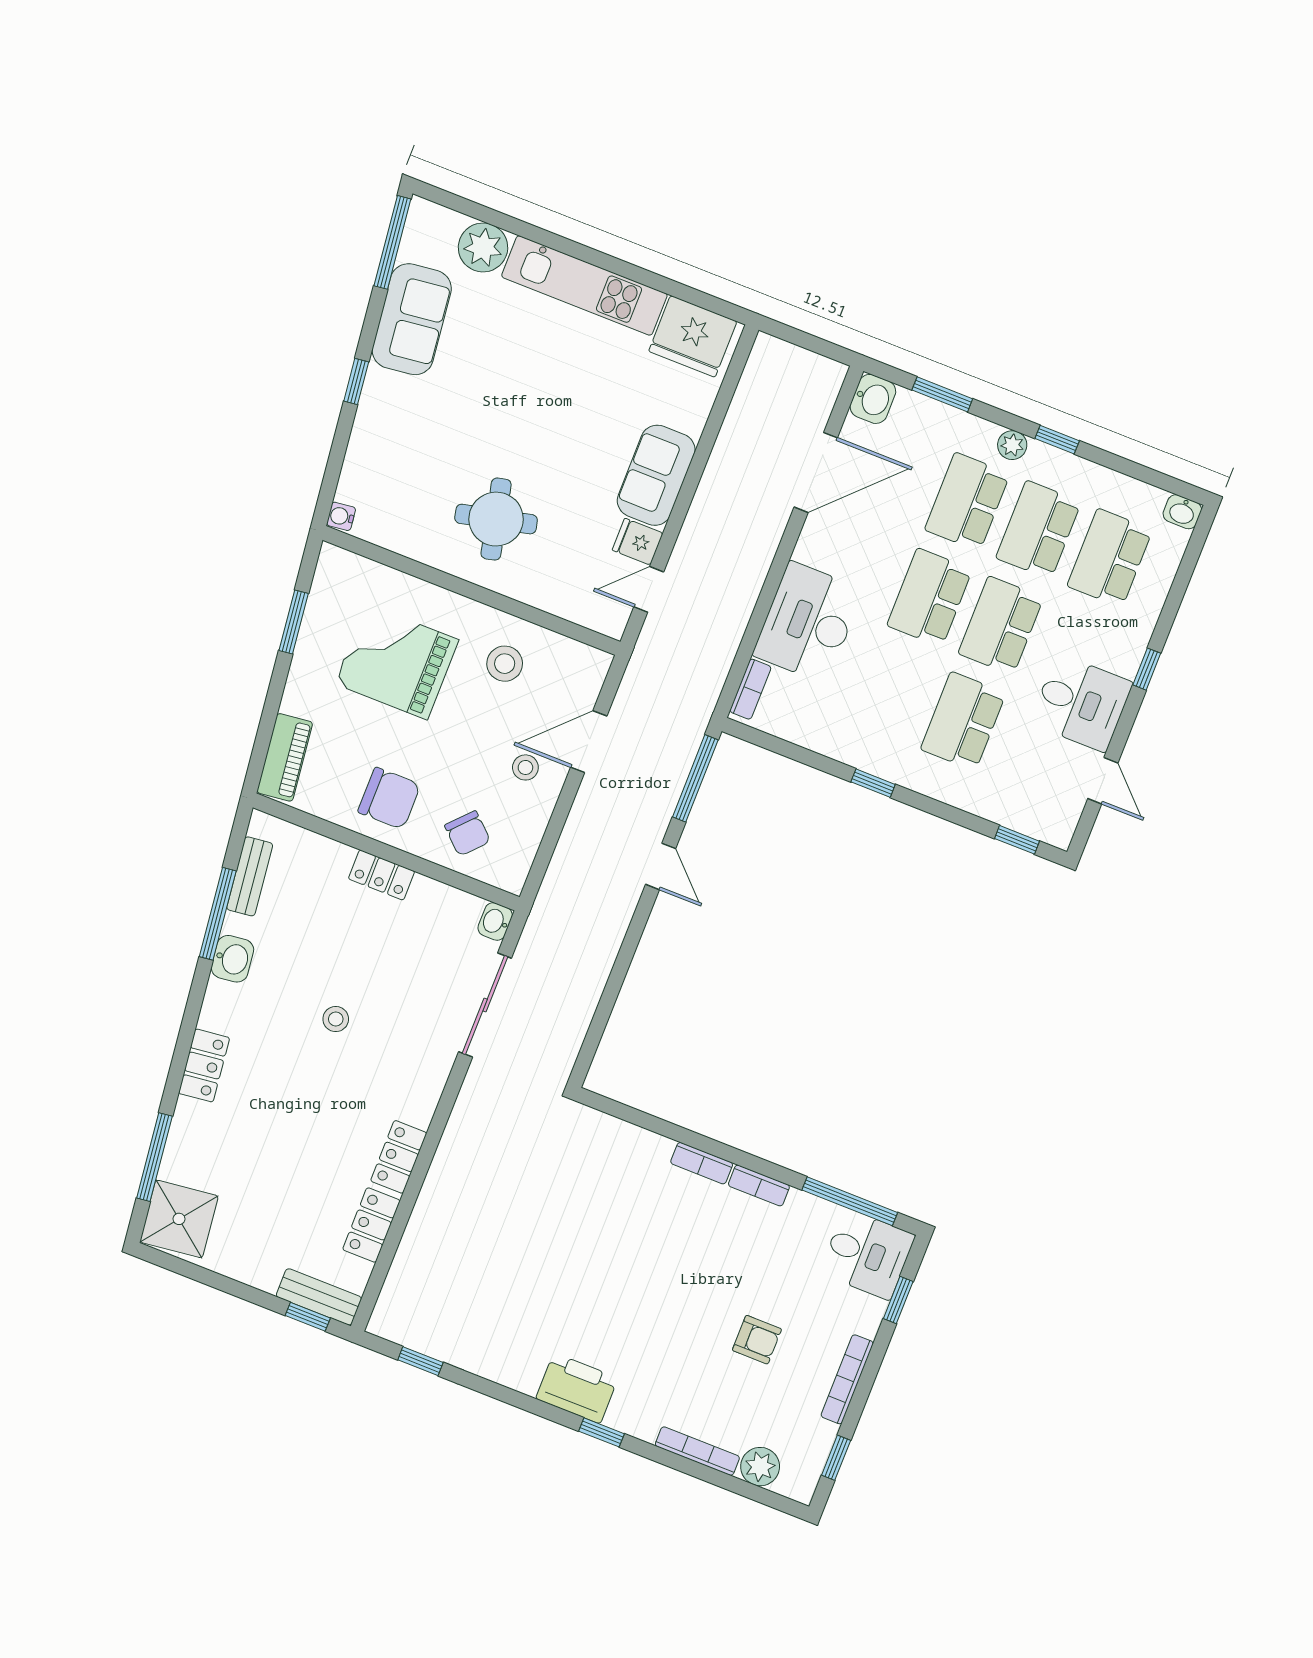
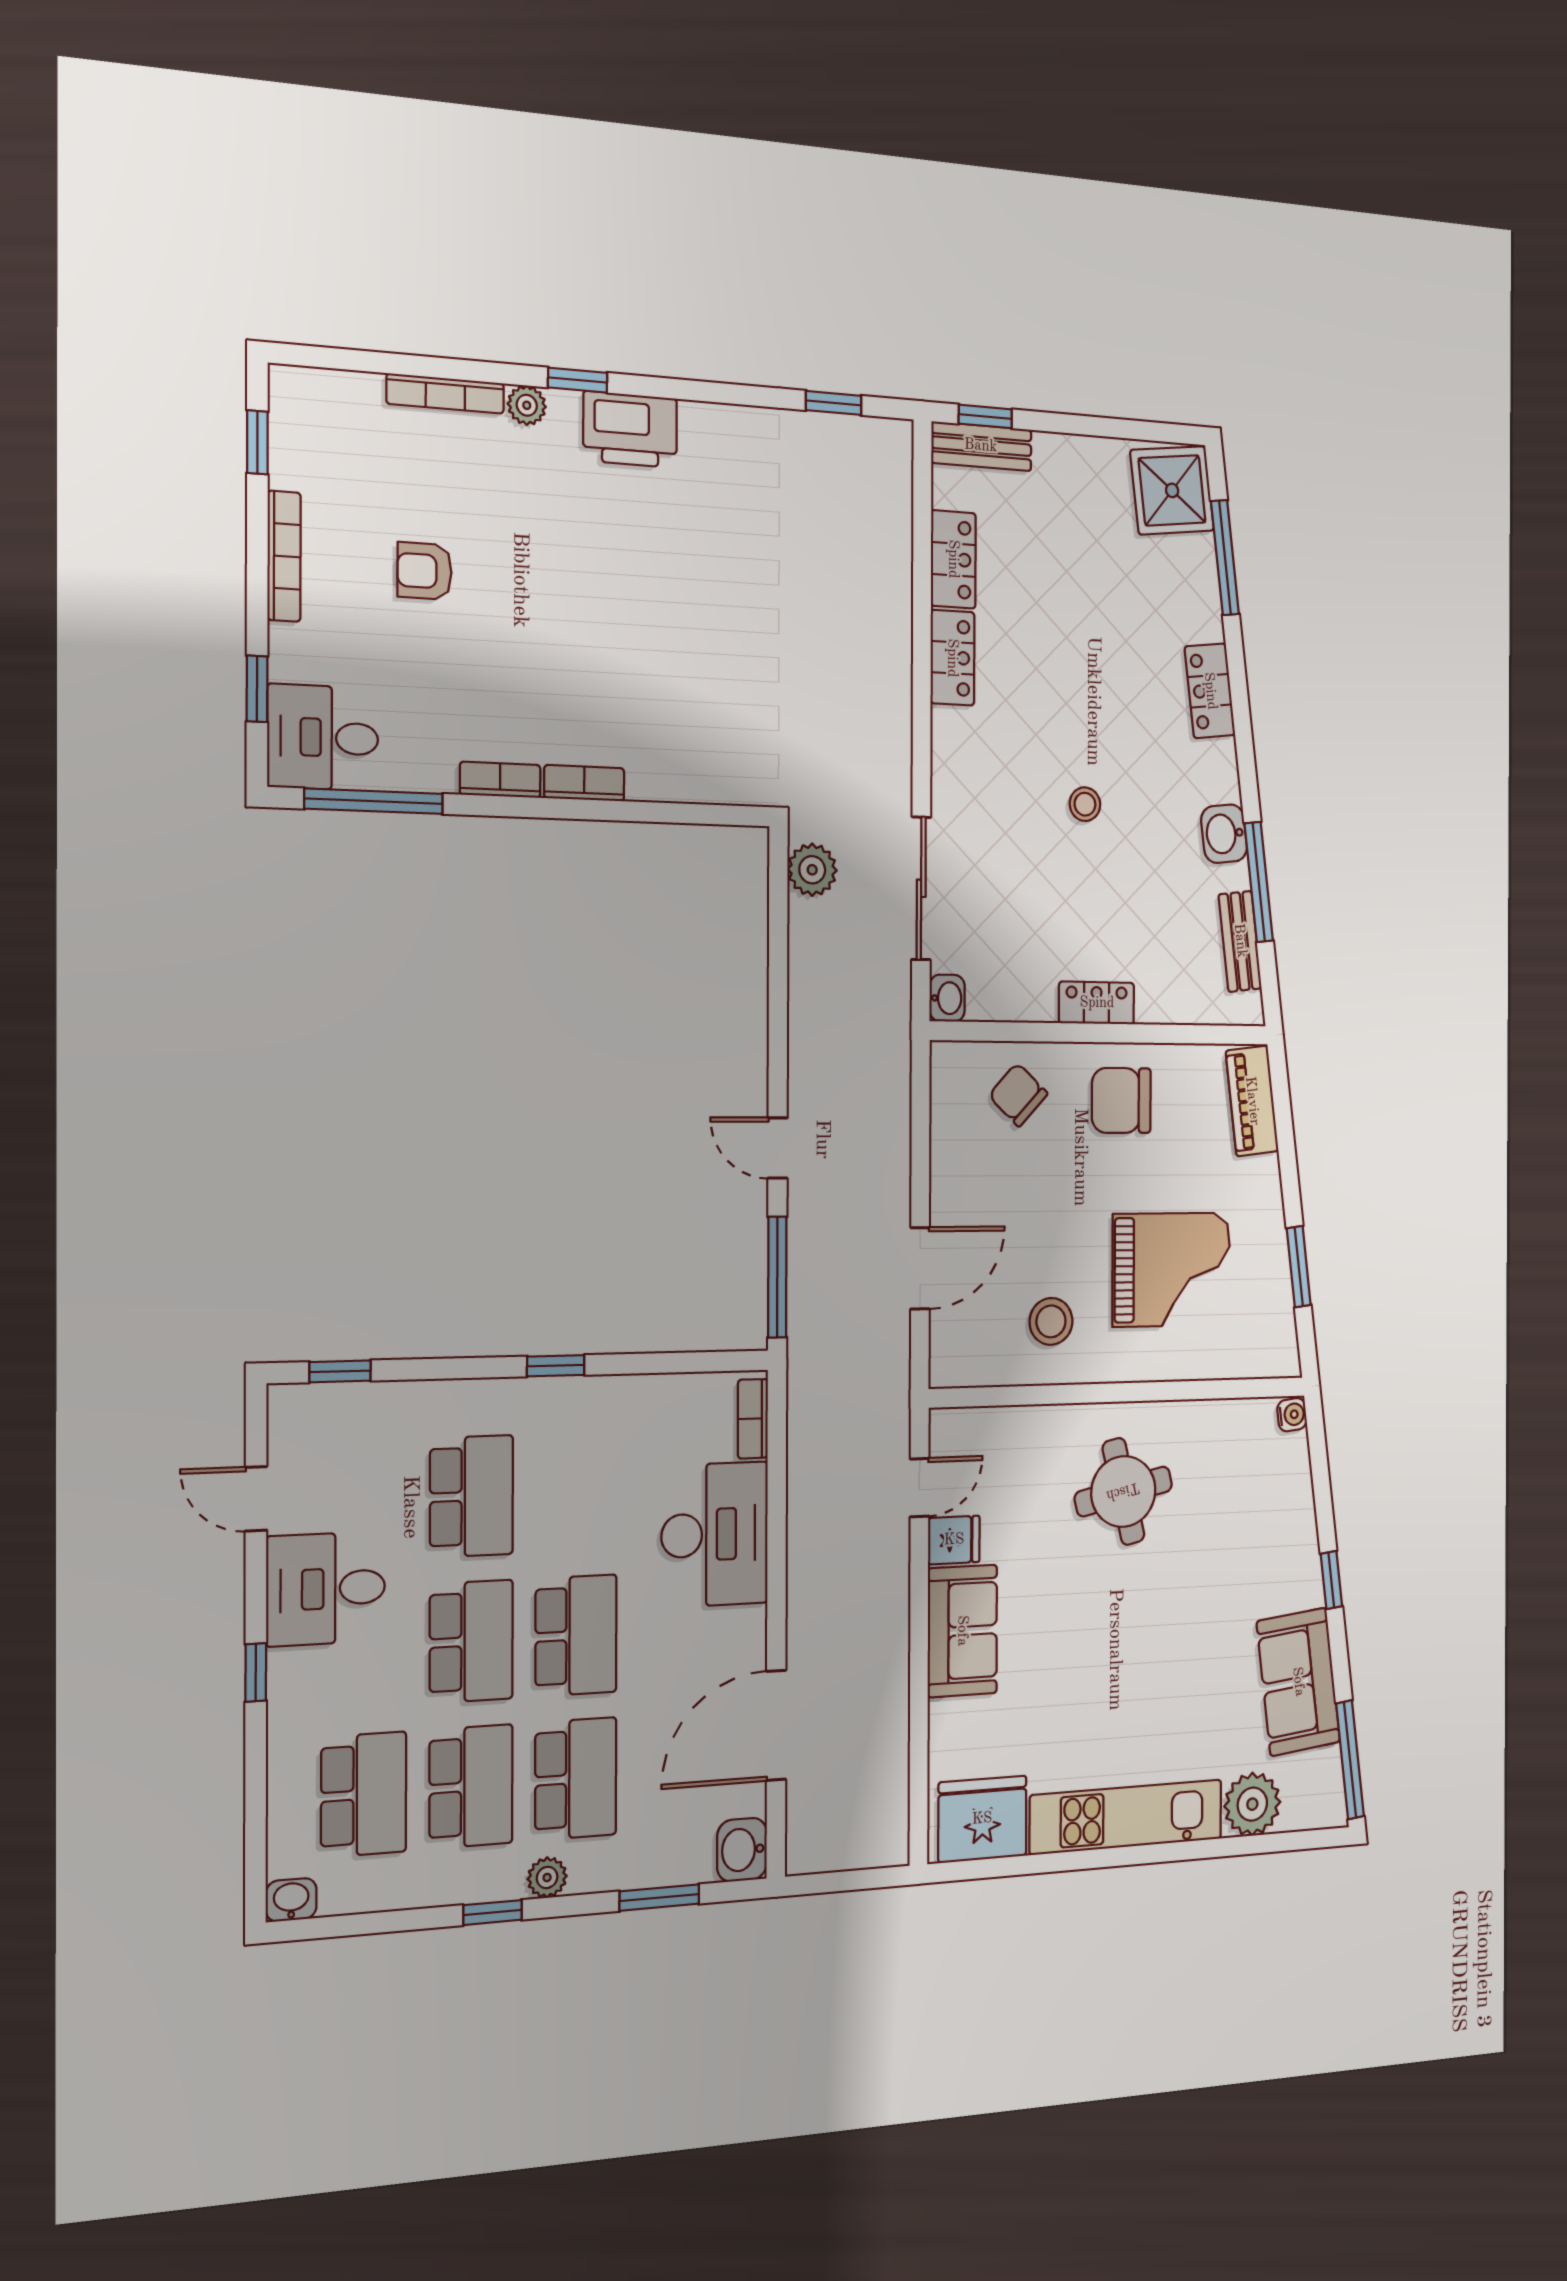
stool: (525, 767) -> (981, 1204), removed
plant: (561, 1047) -> (812, 870), added
plant: (760, 1467) -> (527, 405), moved, width x0.73, depth x0.73

